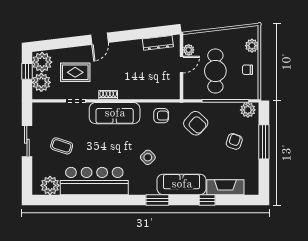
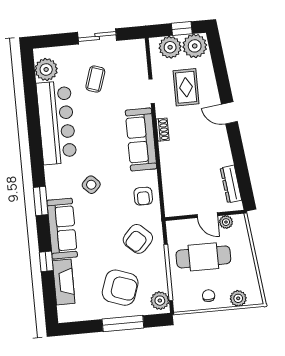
armchair: (234, 141) -> (120, 288), width x1.88, depth x1.88

